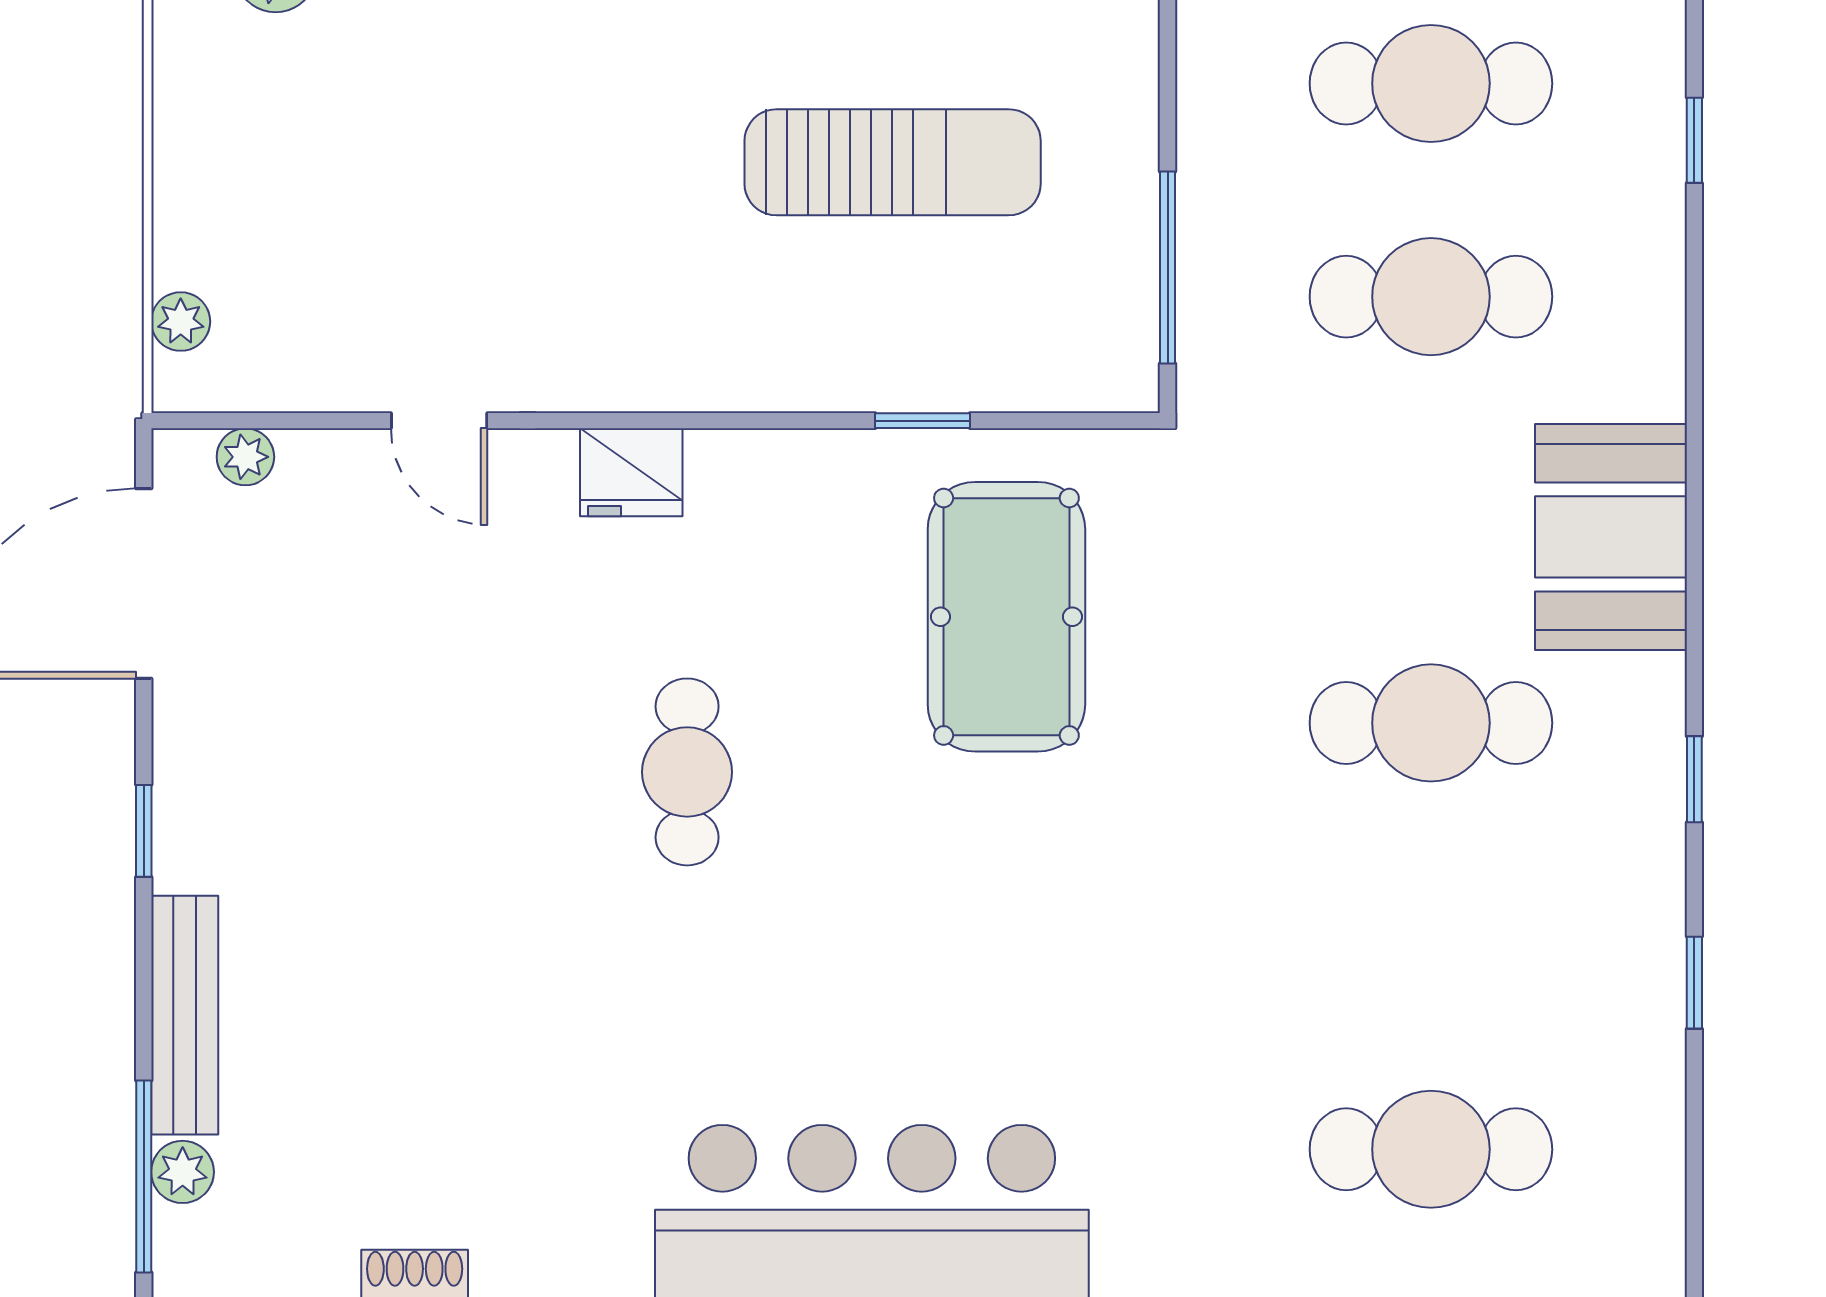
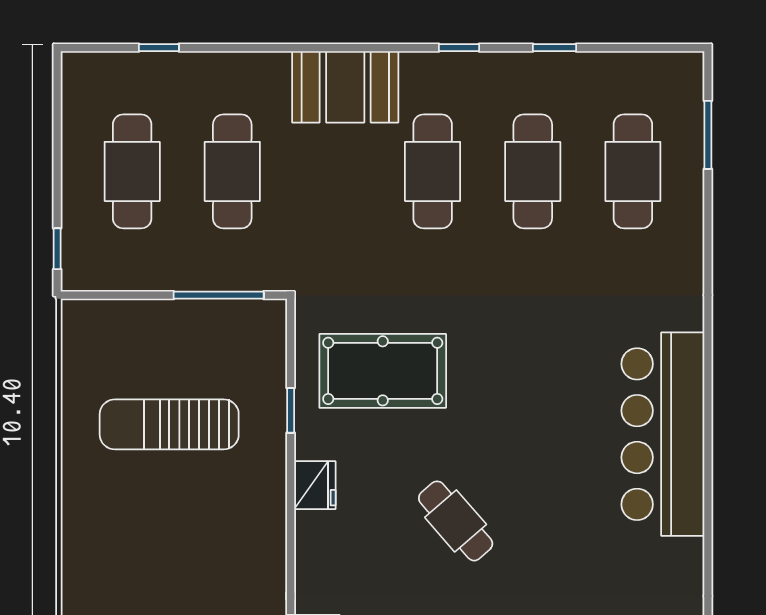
sun lounger: (893, 162) -> (169, 424), turned -90
fridge: (631, 472) -> (315, 485), moved
cafe table: (687, 772) -> (456, 521), turned 49
cafe table: (1431, 936) -> (533, 171), added

